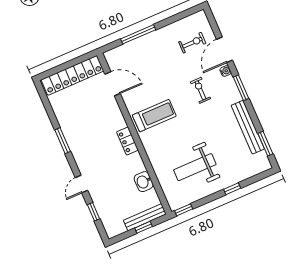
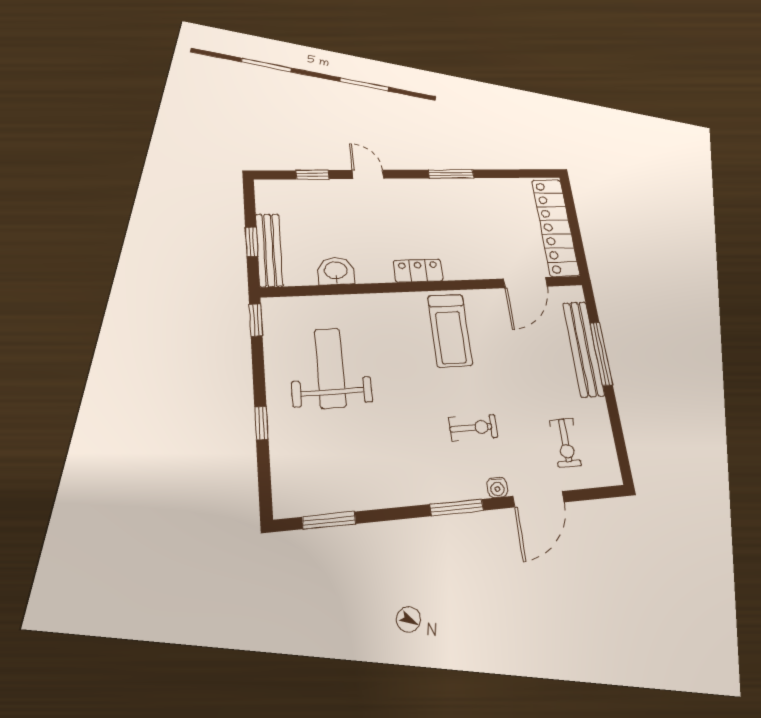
door: (224, 50) -> (539, 499), swing flipped
bench: (248, 127) -> (583, 349), moved, turned 90

